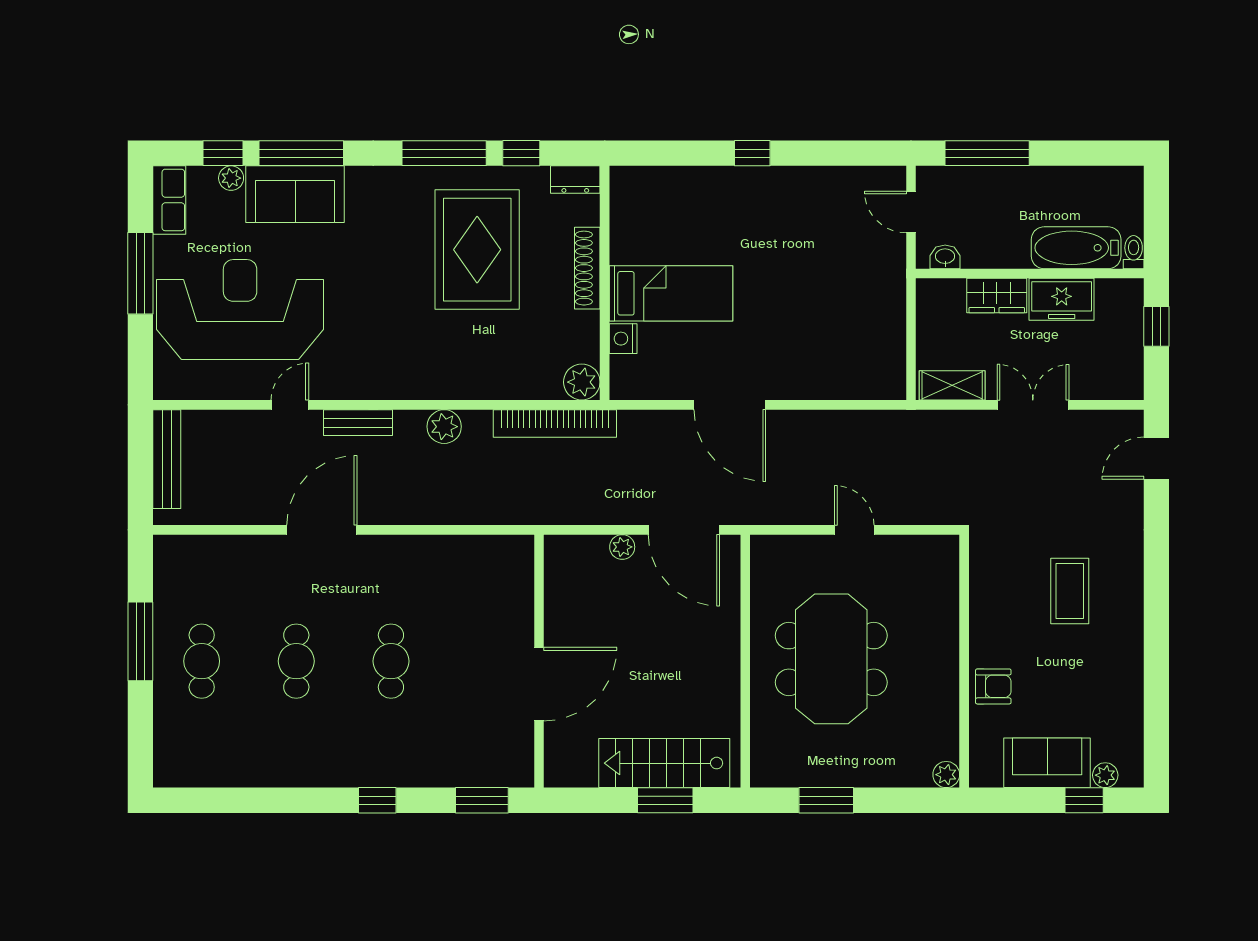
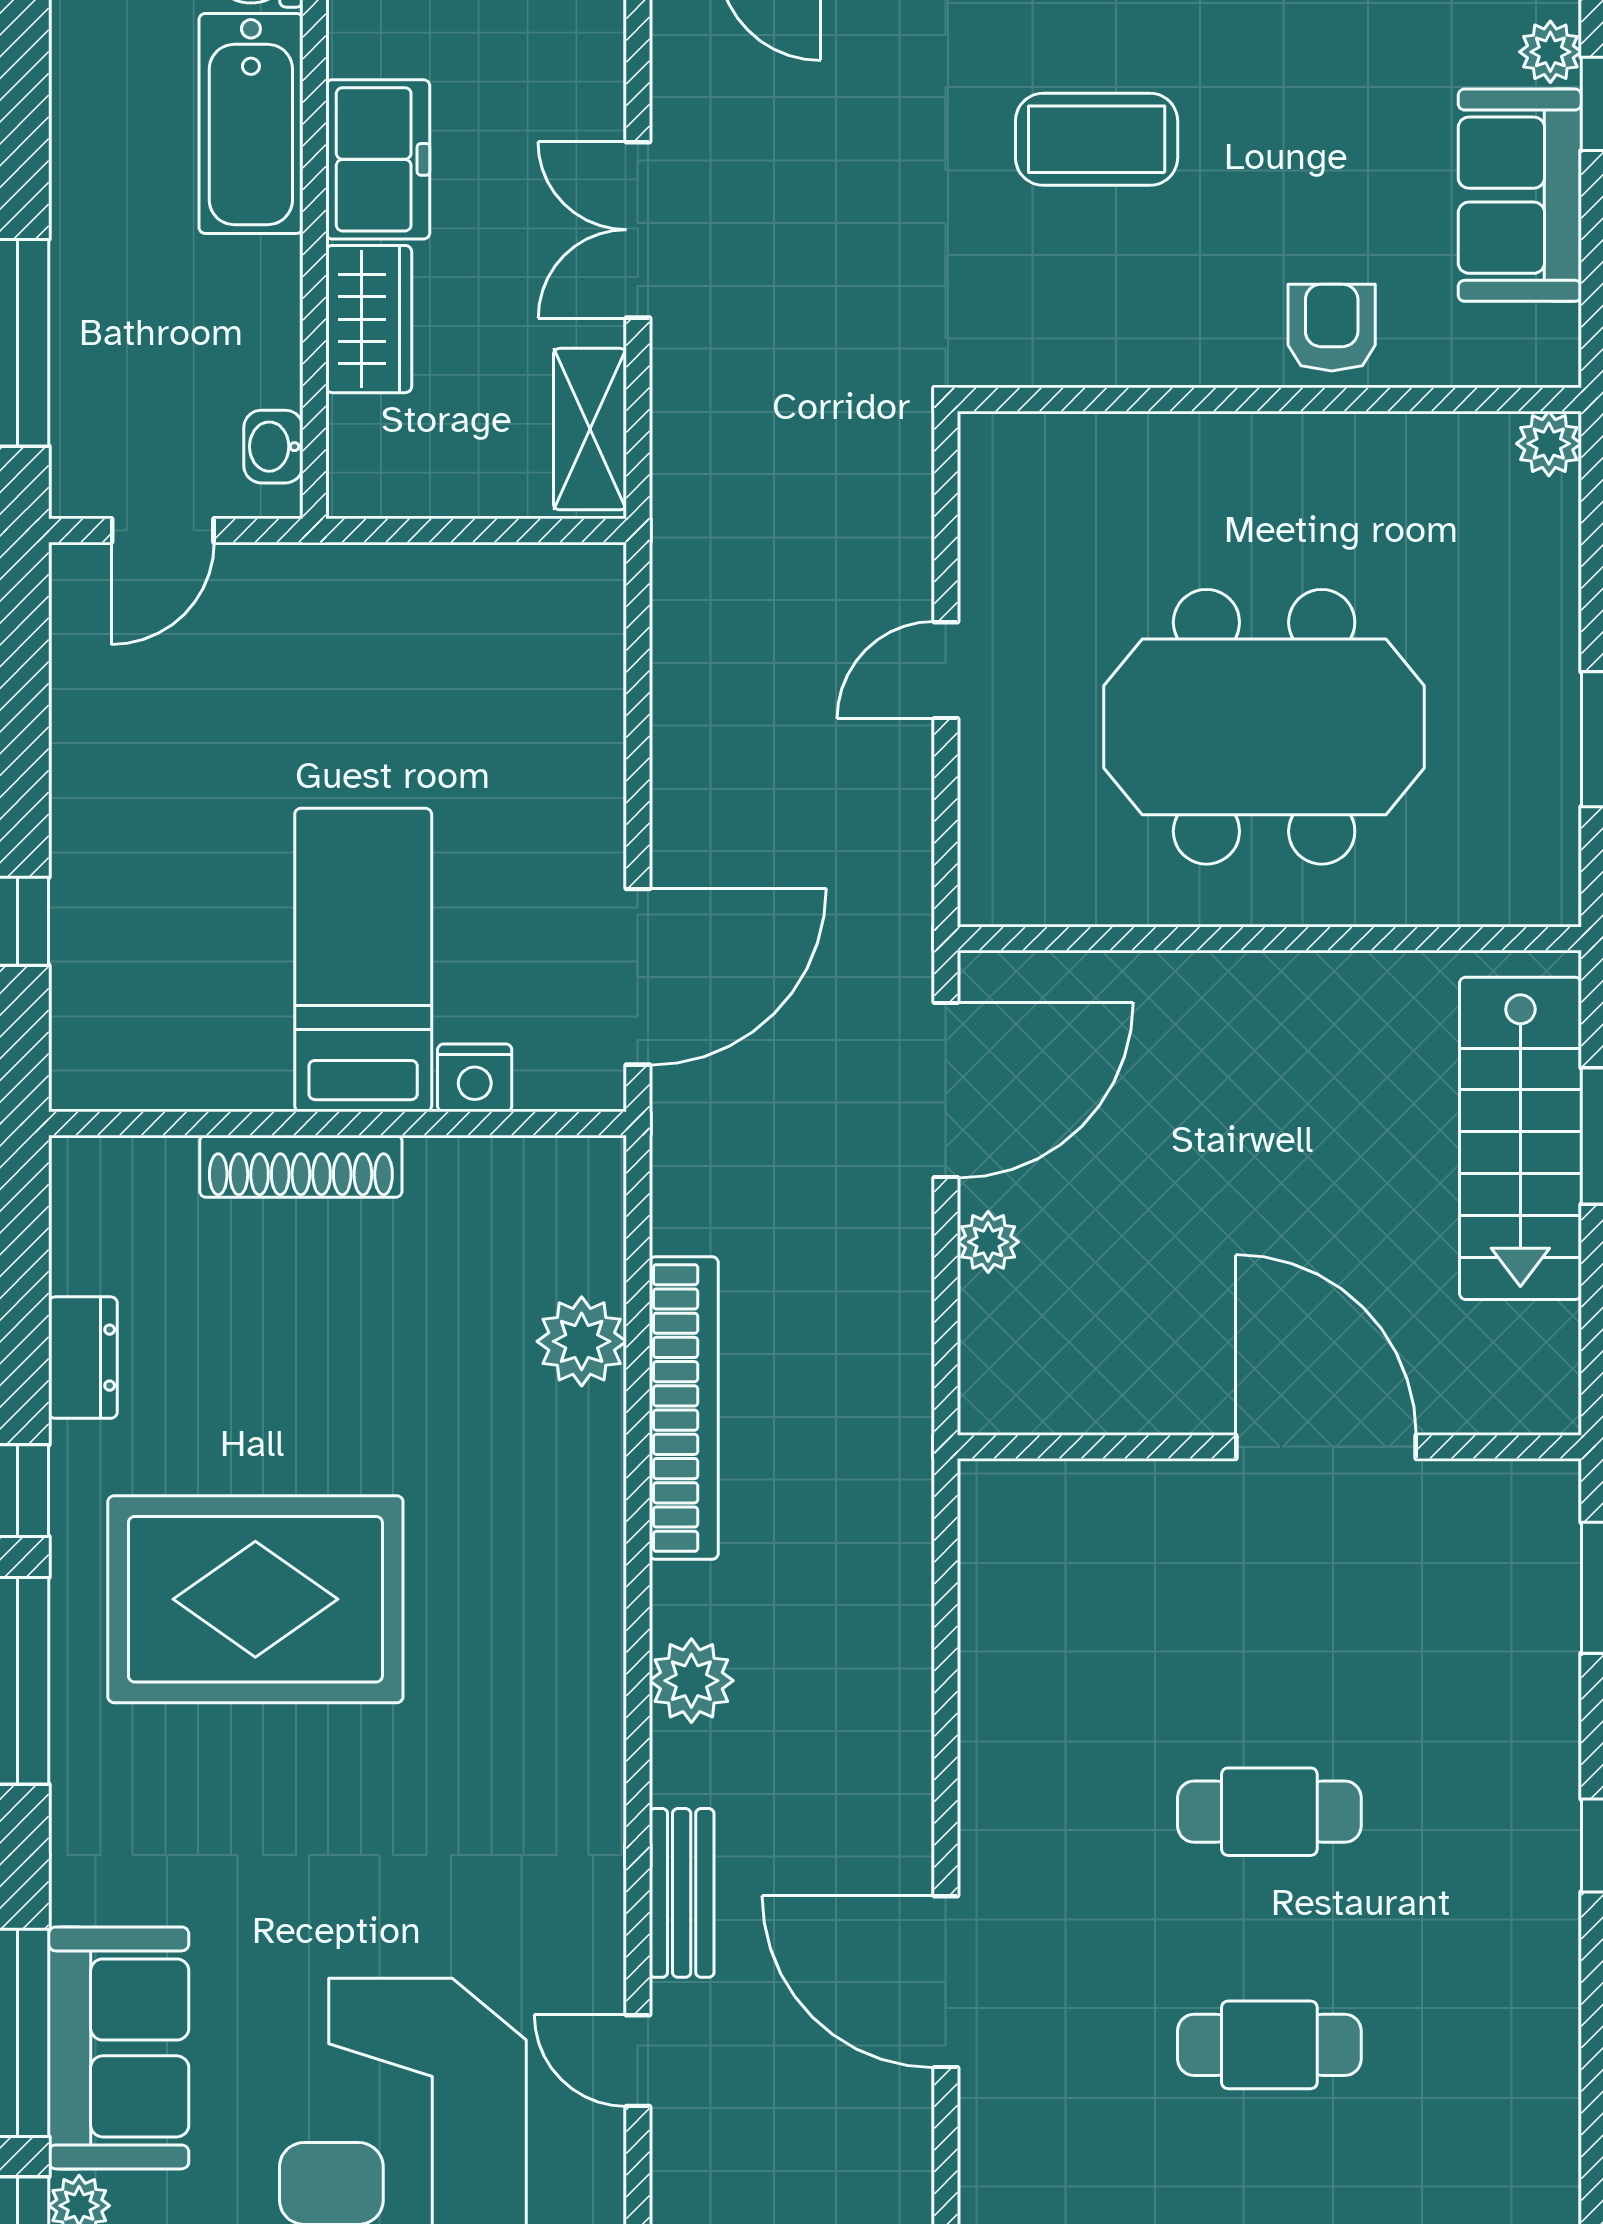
shoe rack: (587, 268) -> (301, 1166), moved
wall: (605, 283) -> (337, 1123), moved
bed: (671, 293) -> (363, 960), moved
nightstand: (623, 339) -> (475, 1078), moved

